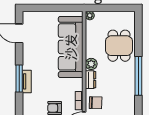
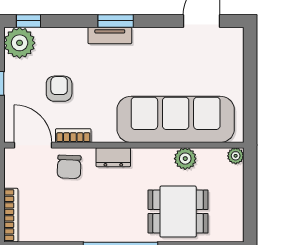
plant: (91, 64) -> (185, 159), moved
window: (19, 78) -> (116, 21), width x0.69

